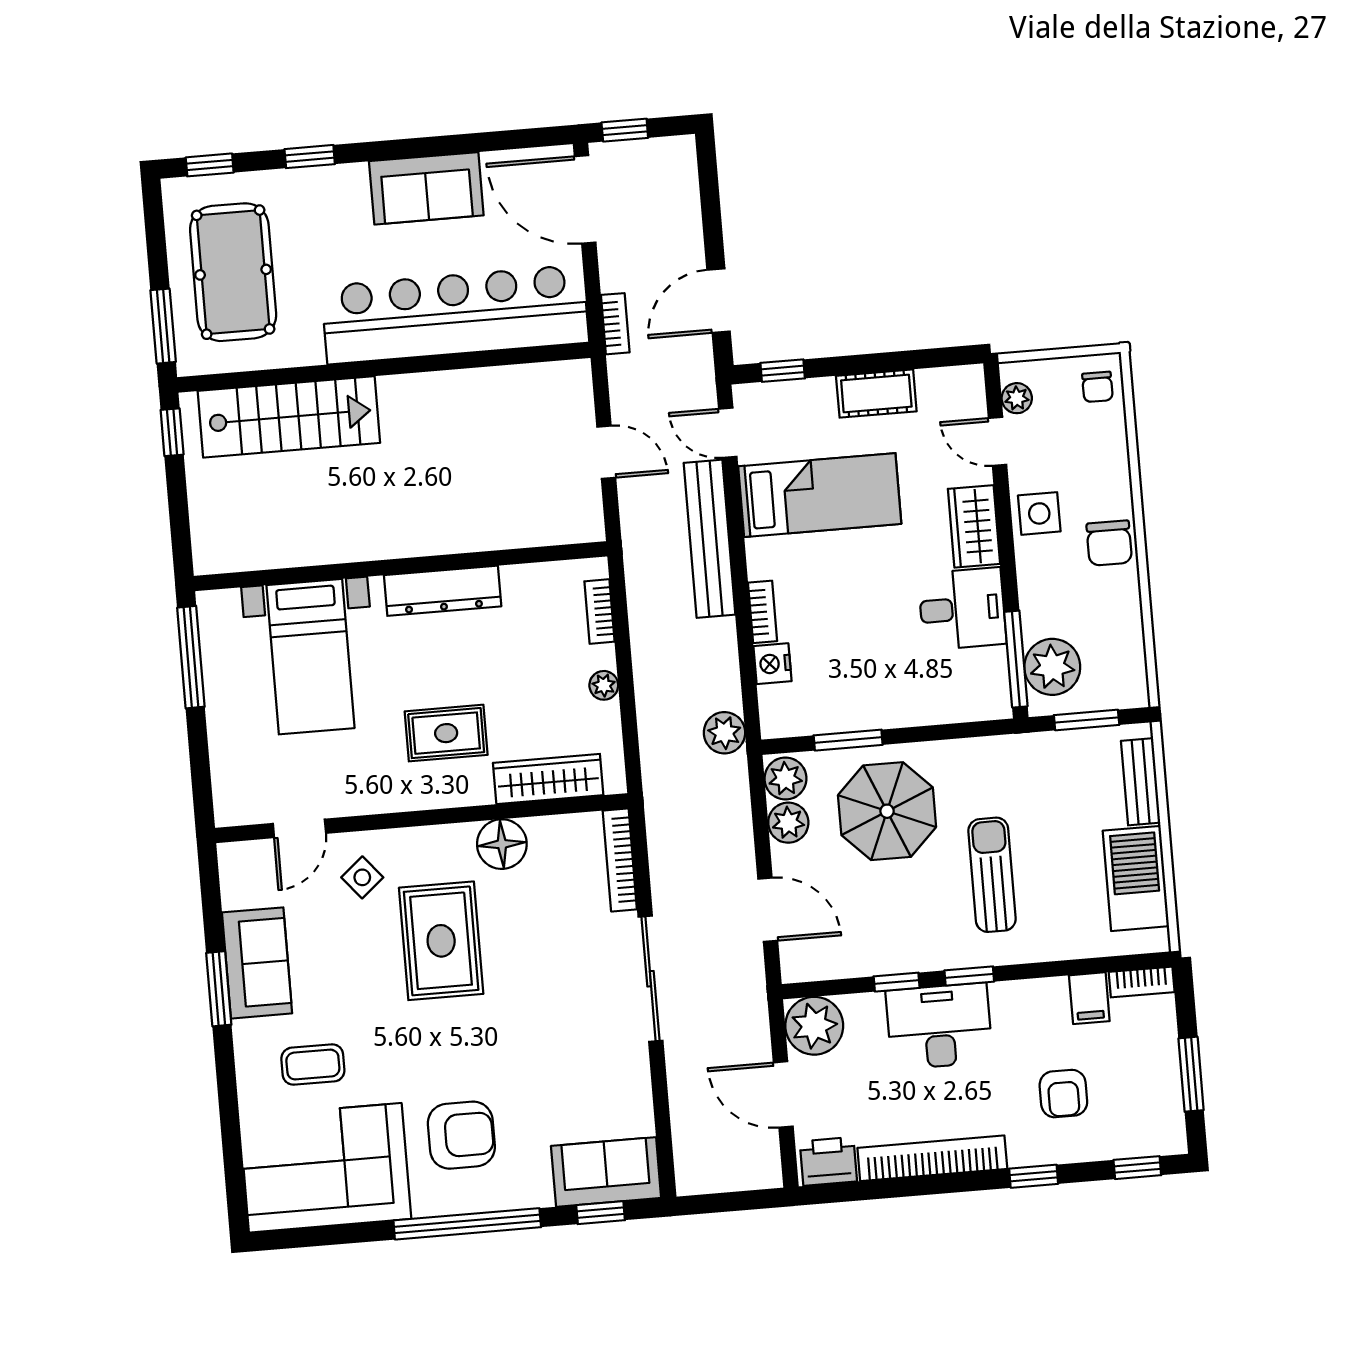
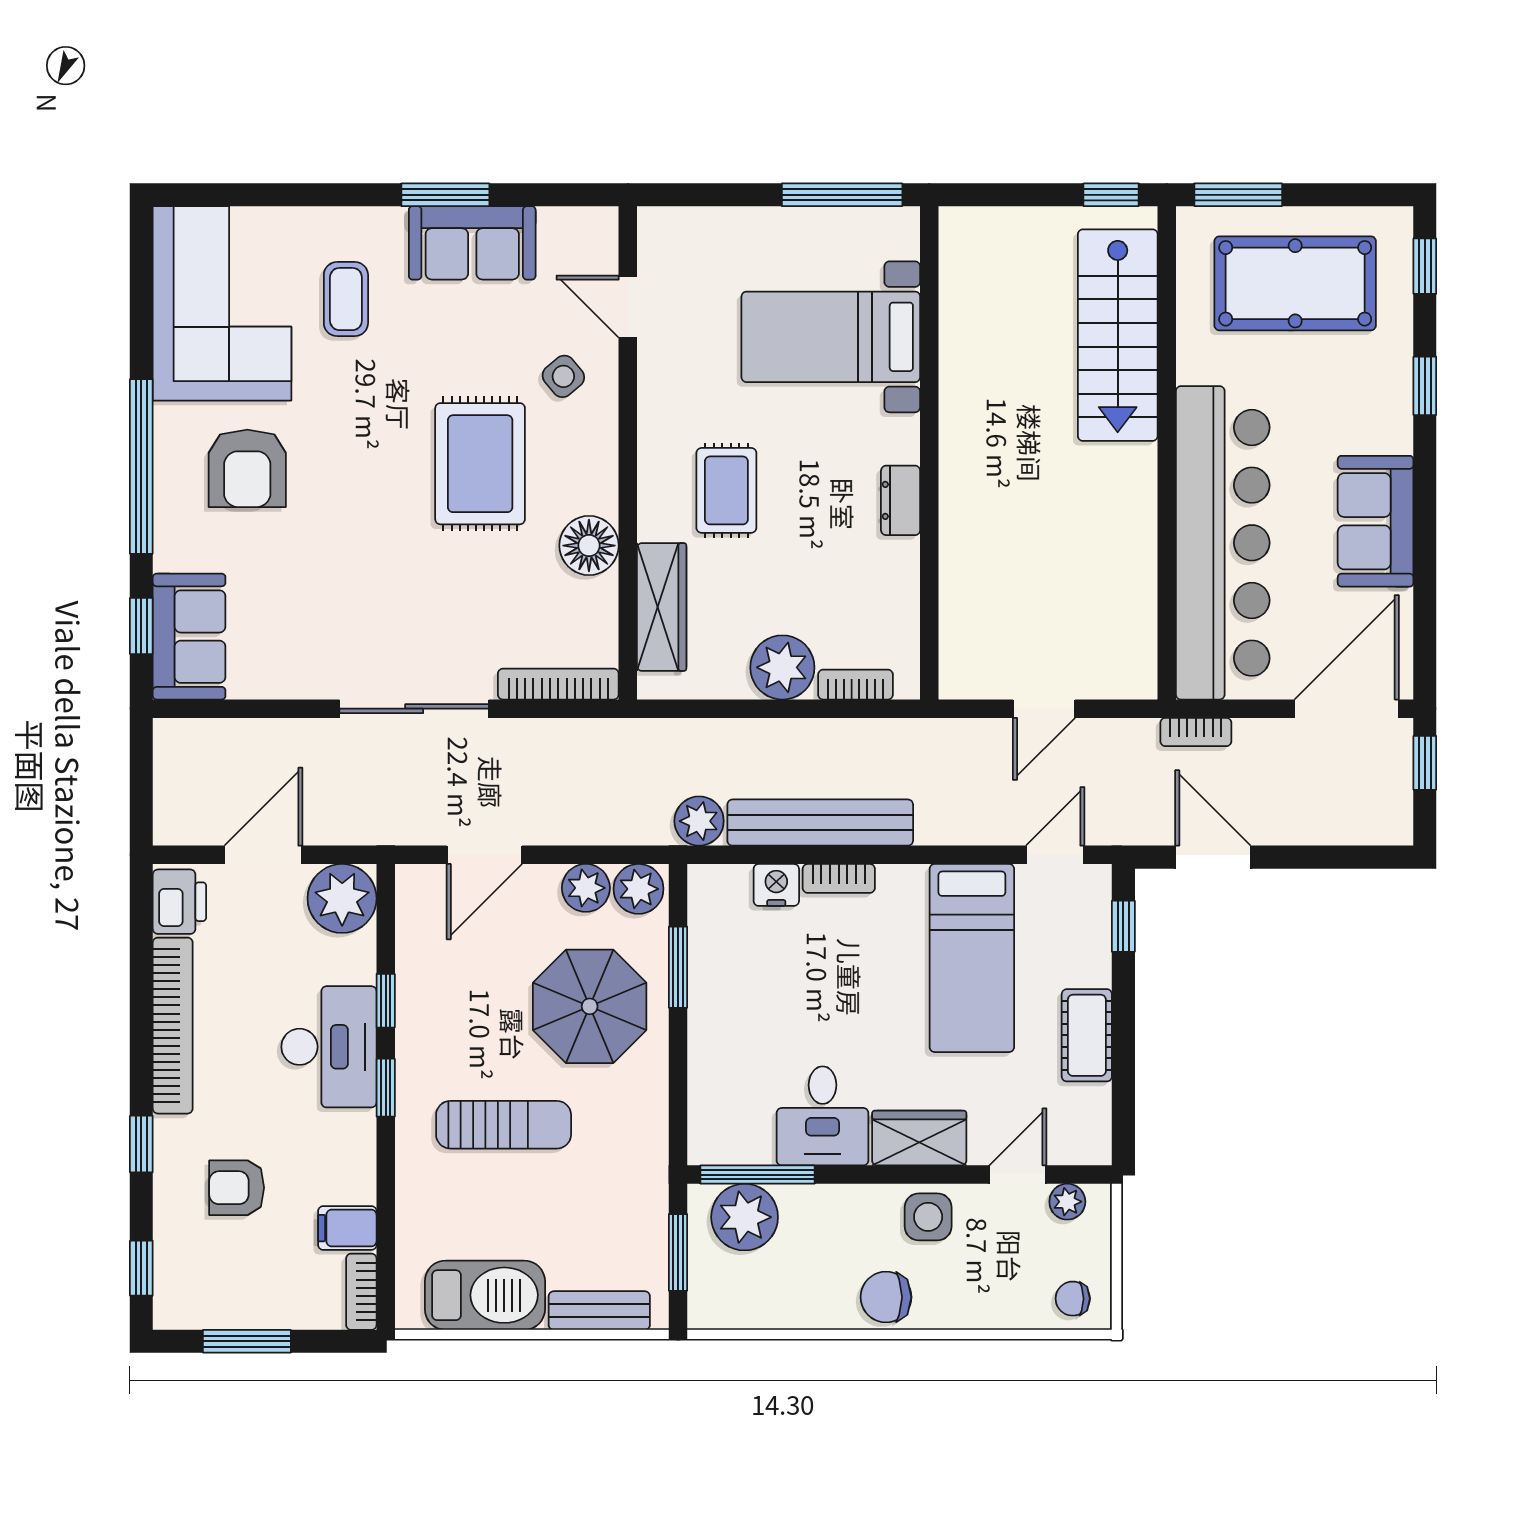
bench: (709, 539) -> (820, 823), moved
dresser: (443, 591) -> (901, 500), width x0.51, depth x0.80
plant: (604, 685) -> (782, 667), width x1.87, depth x1.87
rug: (441, 941) -> (480, 464), turned 90

